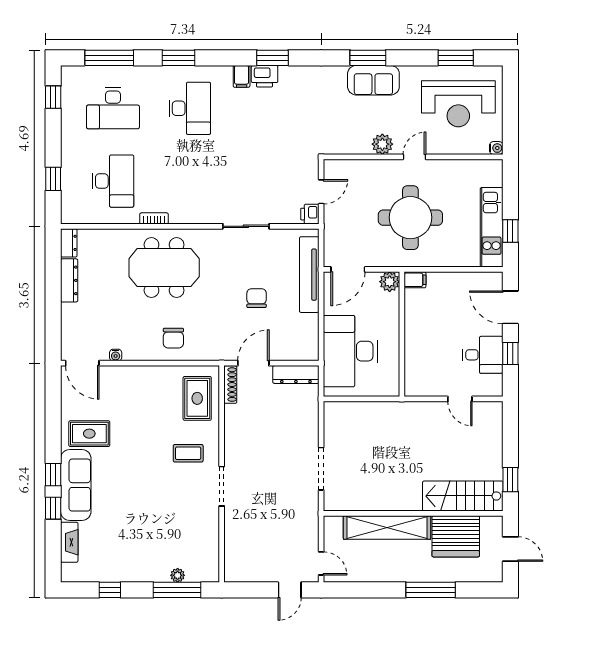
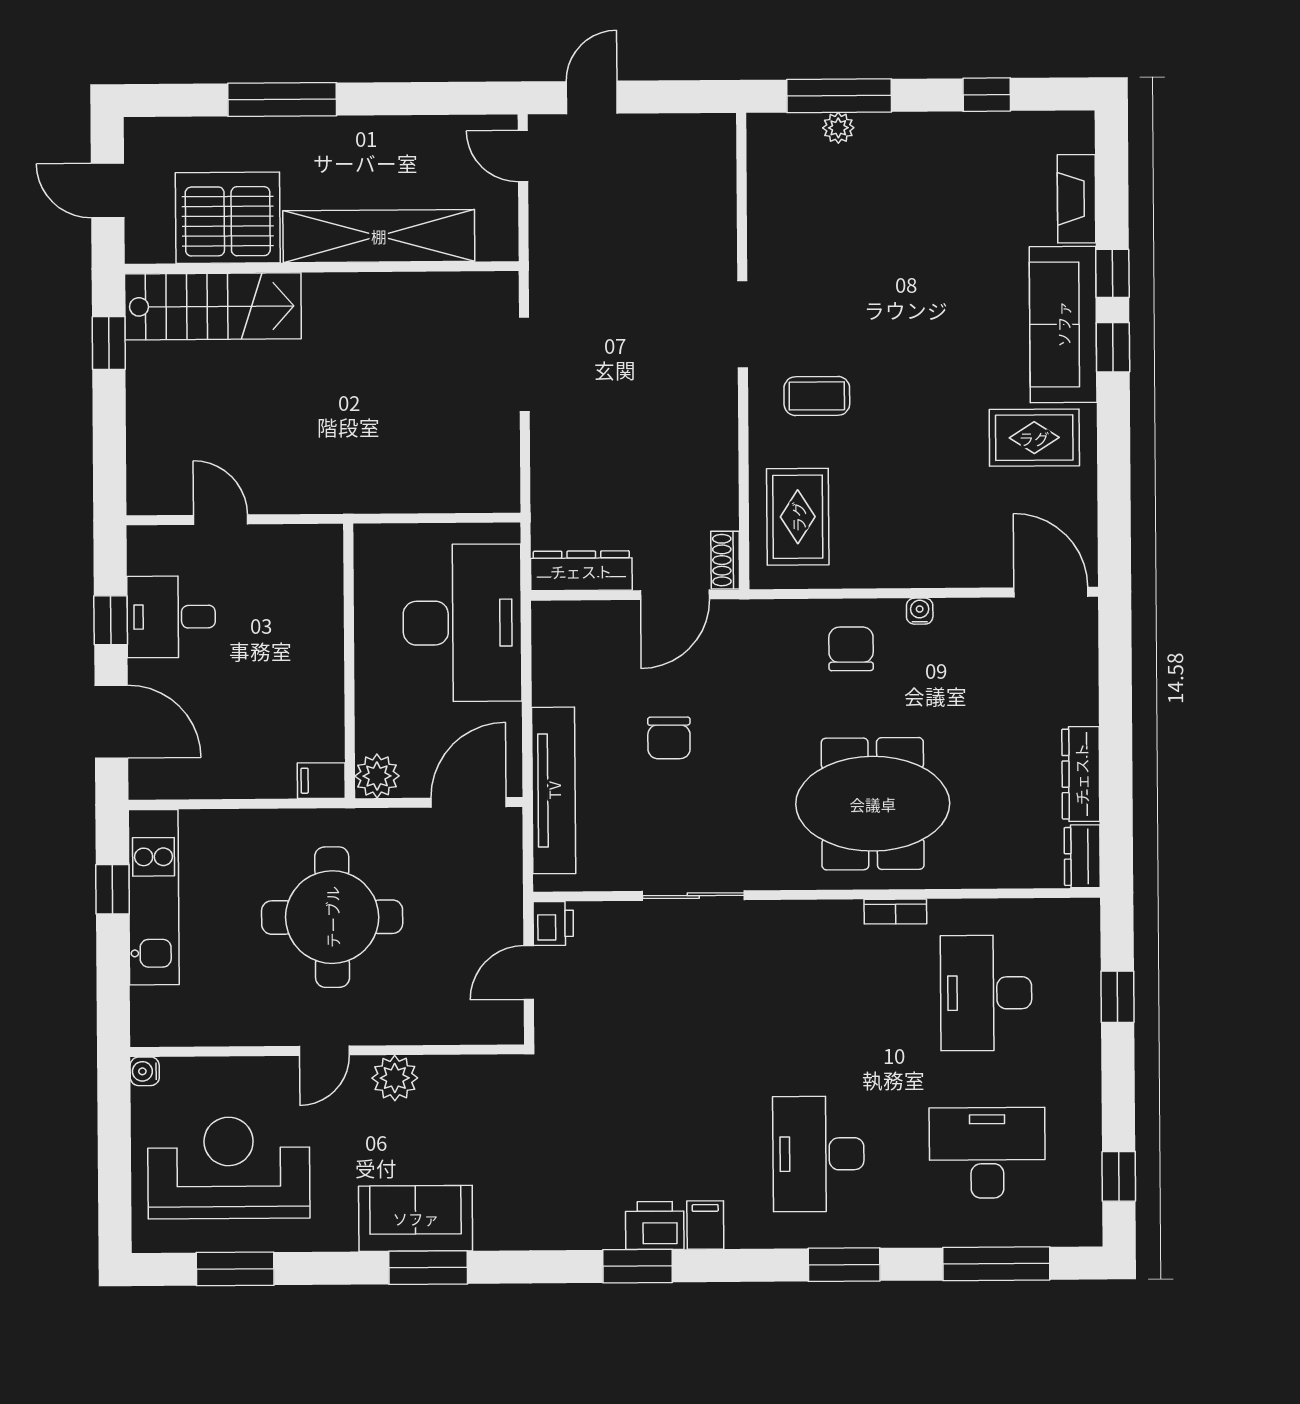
water cooler: (116, 355) -> (920, 611), moved
shoe rack: (230, 385) -> (725, 560), width x0.70

